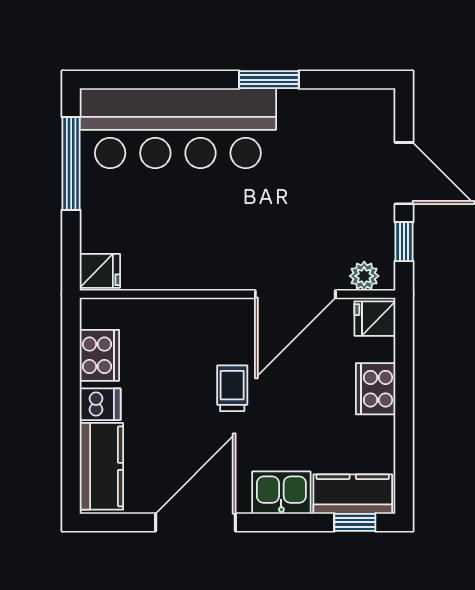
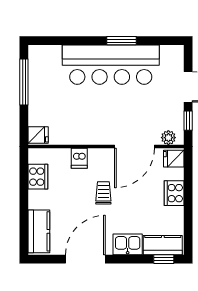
bar counter: (178, 128) -> (111, 65), moved
dishwasher: (100, 404) -> (79, 158), moved, turned 90

